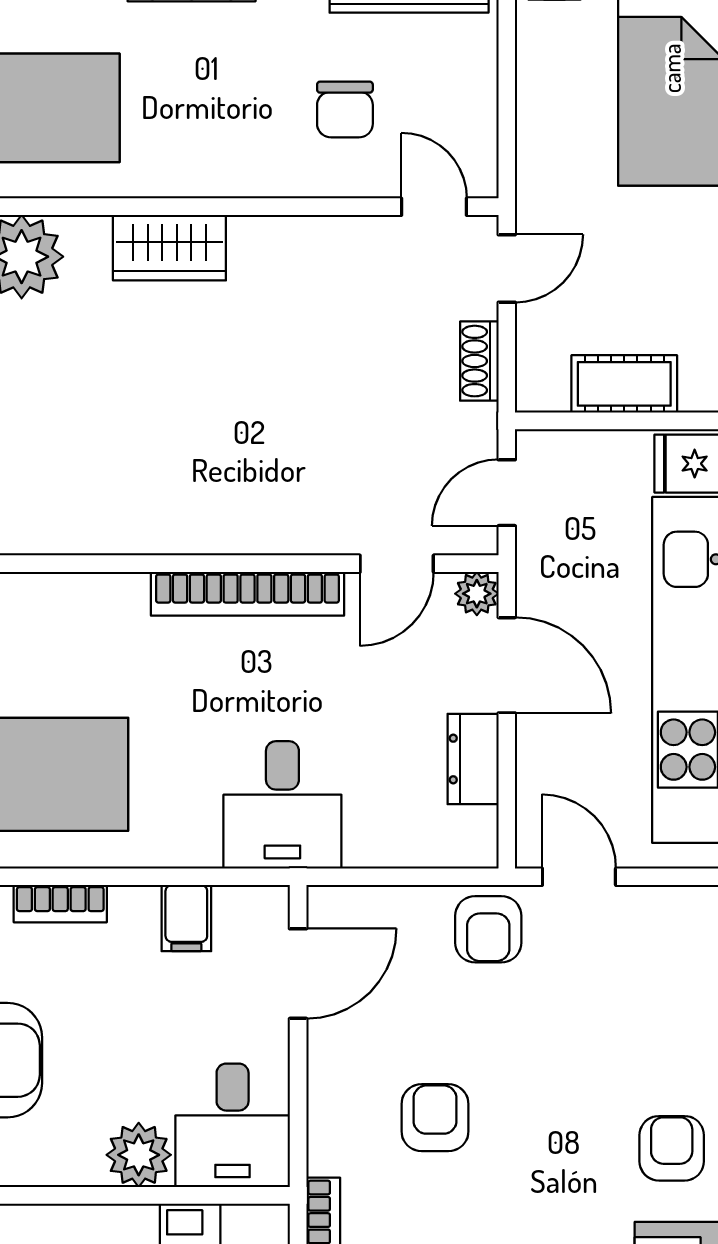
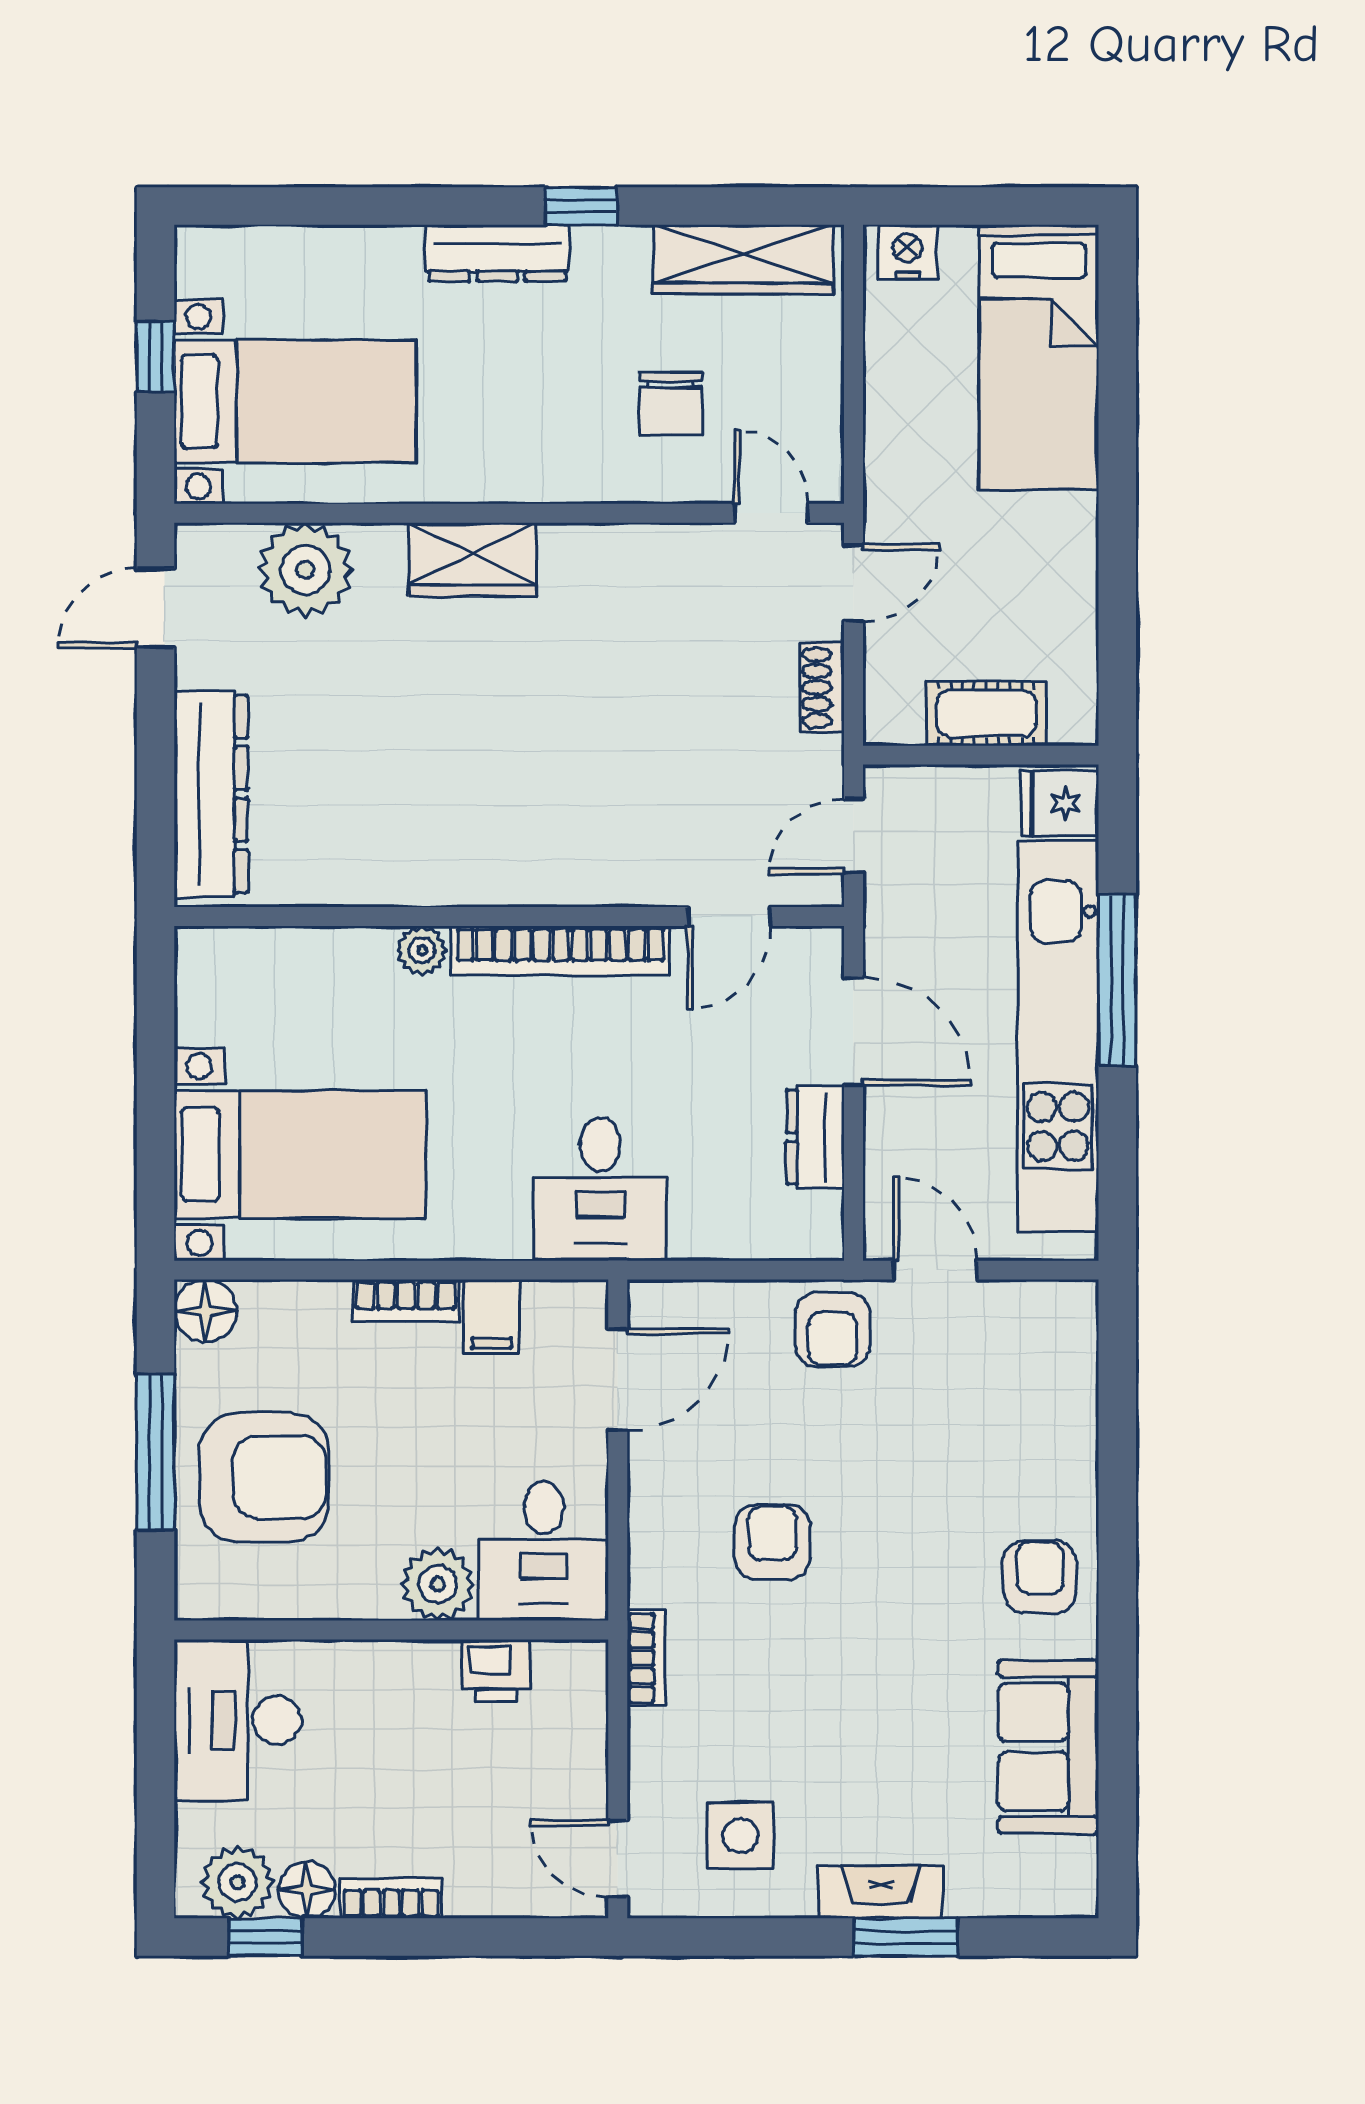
plant: (477, 594) -> (422, 950), moved
bookcase: (60, 904) -> (406, 1300), moved

